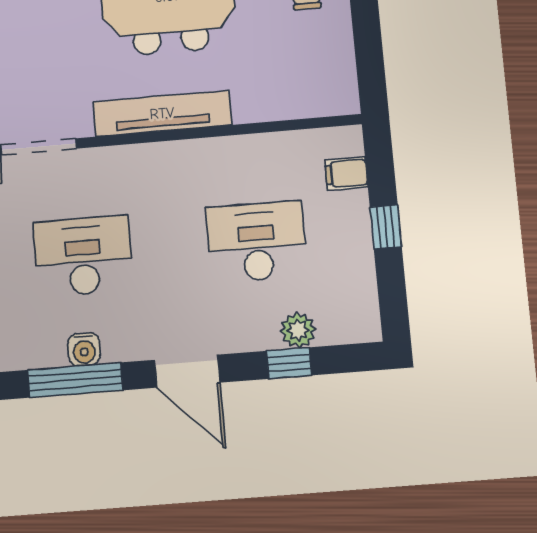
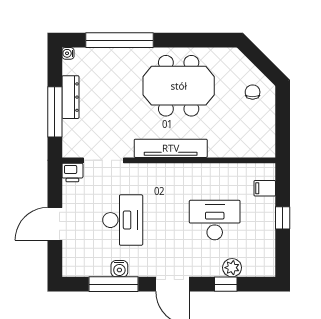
desk: (83, 256) -> (123, 220), turned 90

